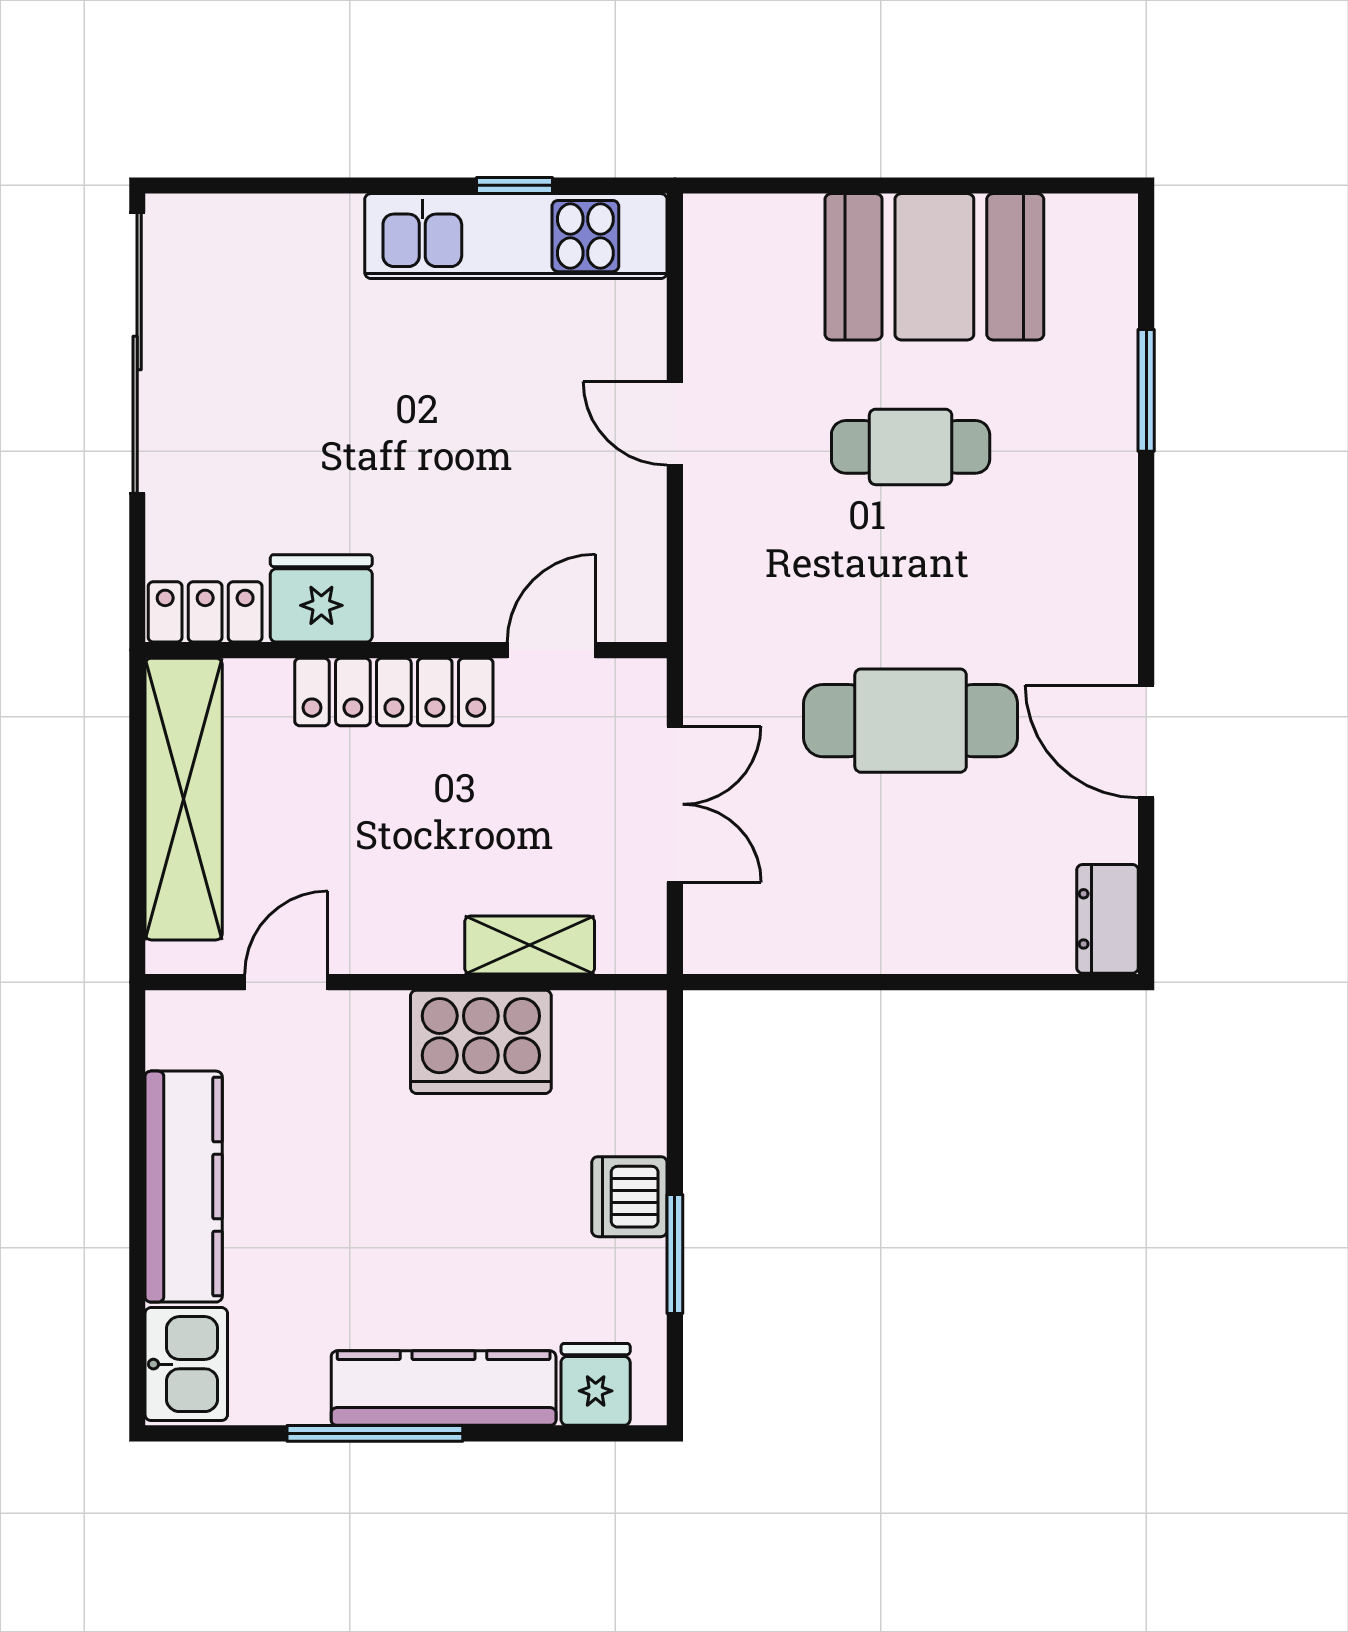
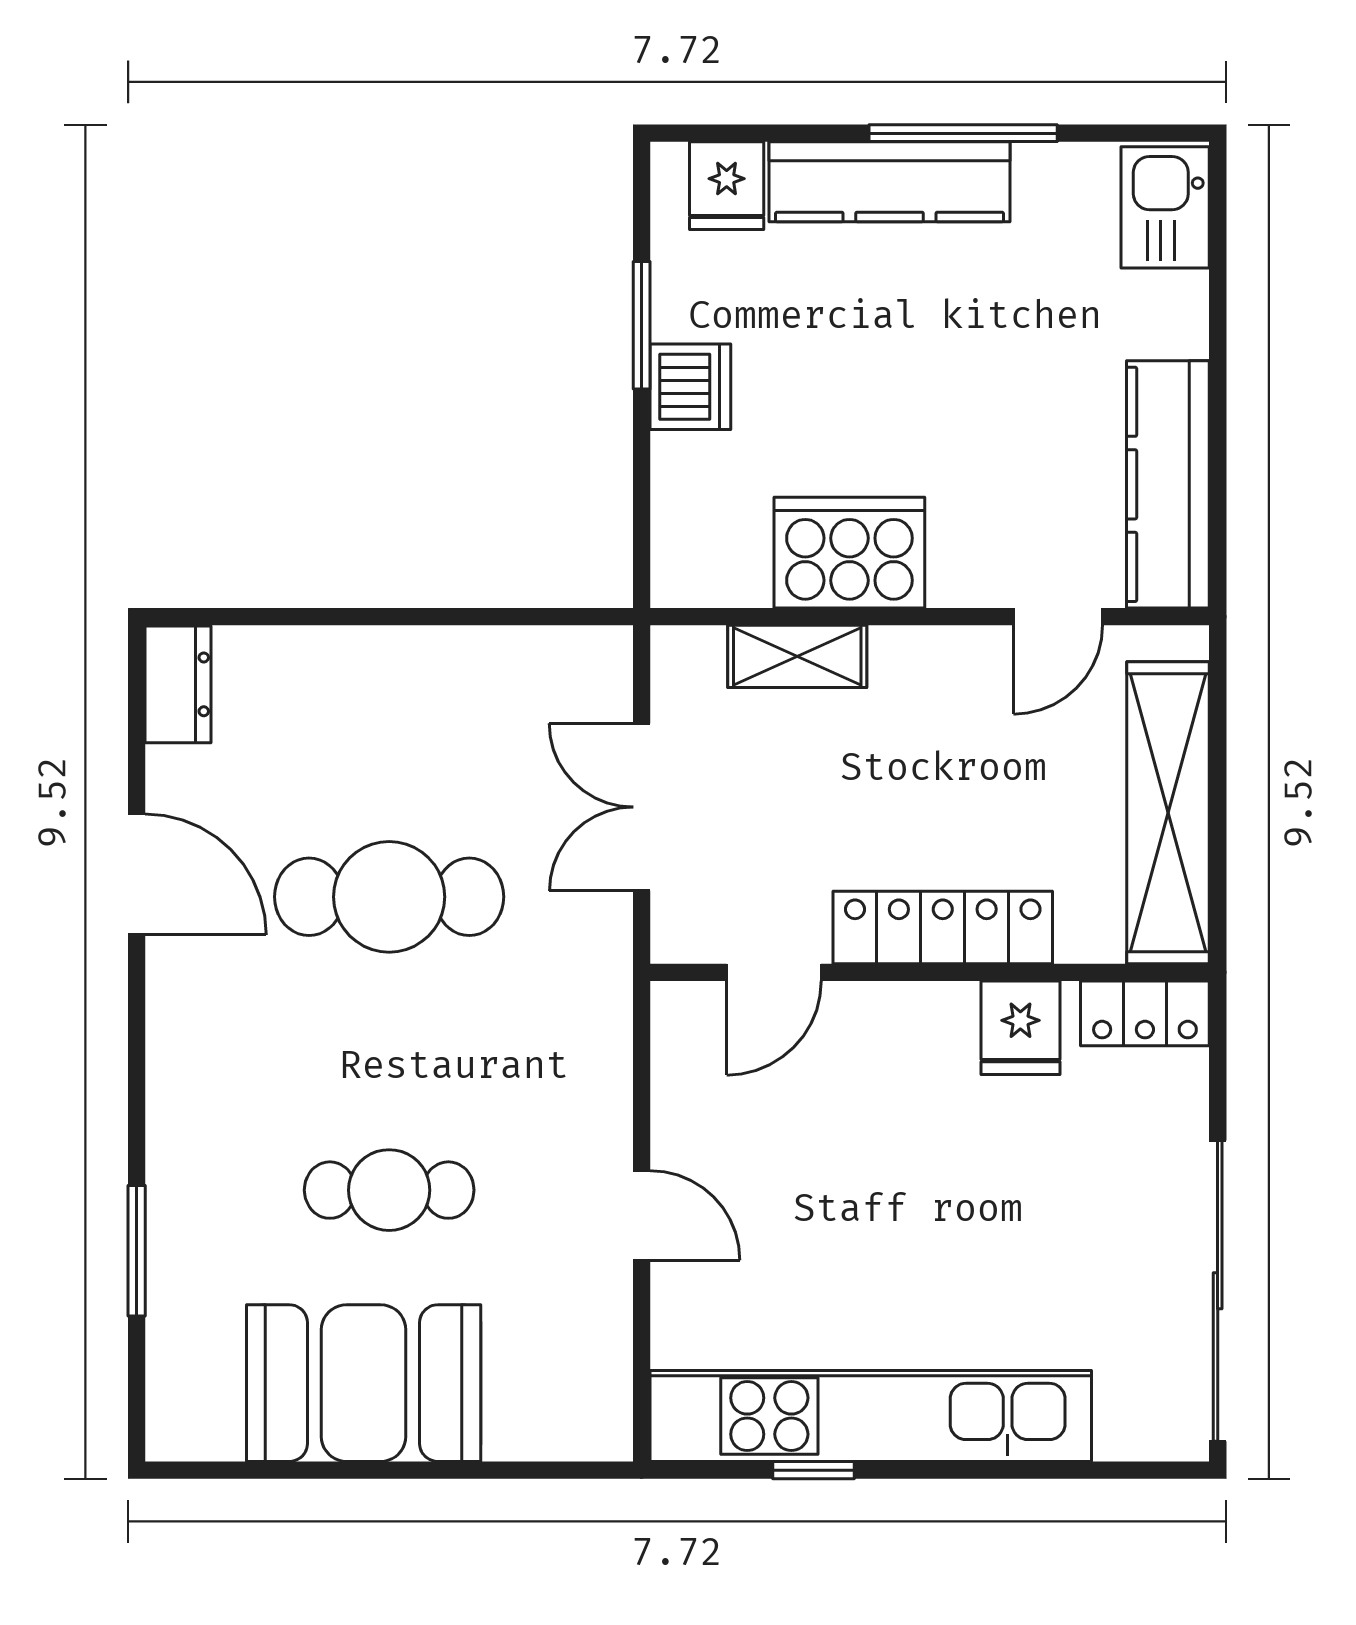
kitchen unit: (516, 236) -> (871, 1416), width x1.36
fridge: (321, 598) -> (1020, 1028), width x0.72
kitchen counter: (184, 1187) -> (1168, 484), moved

